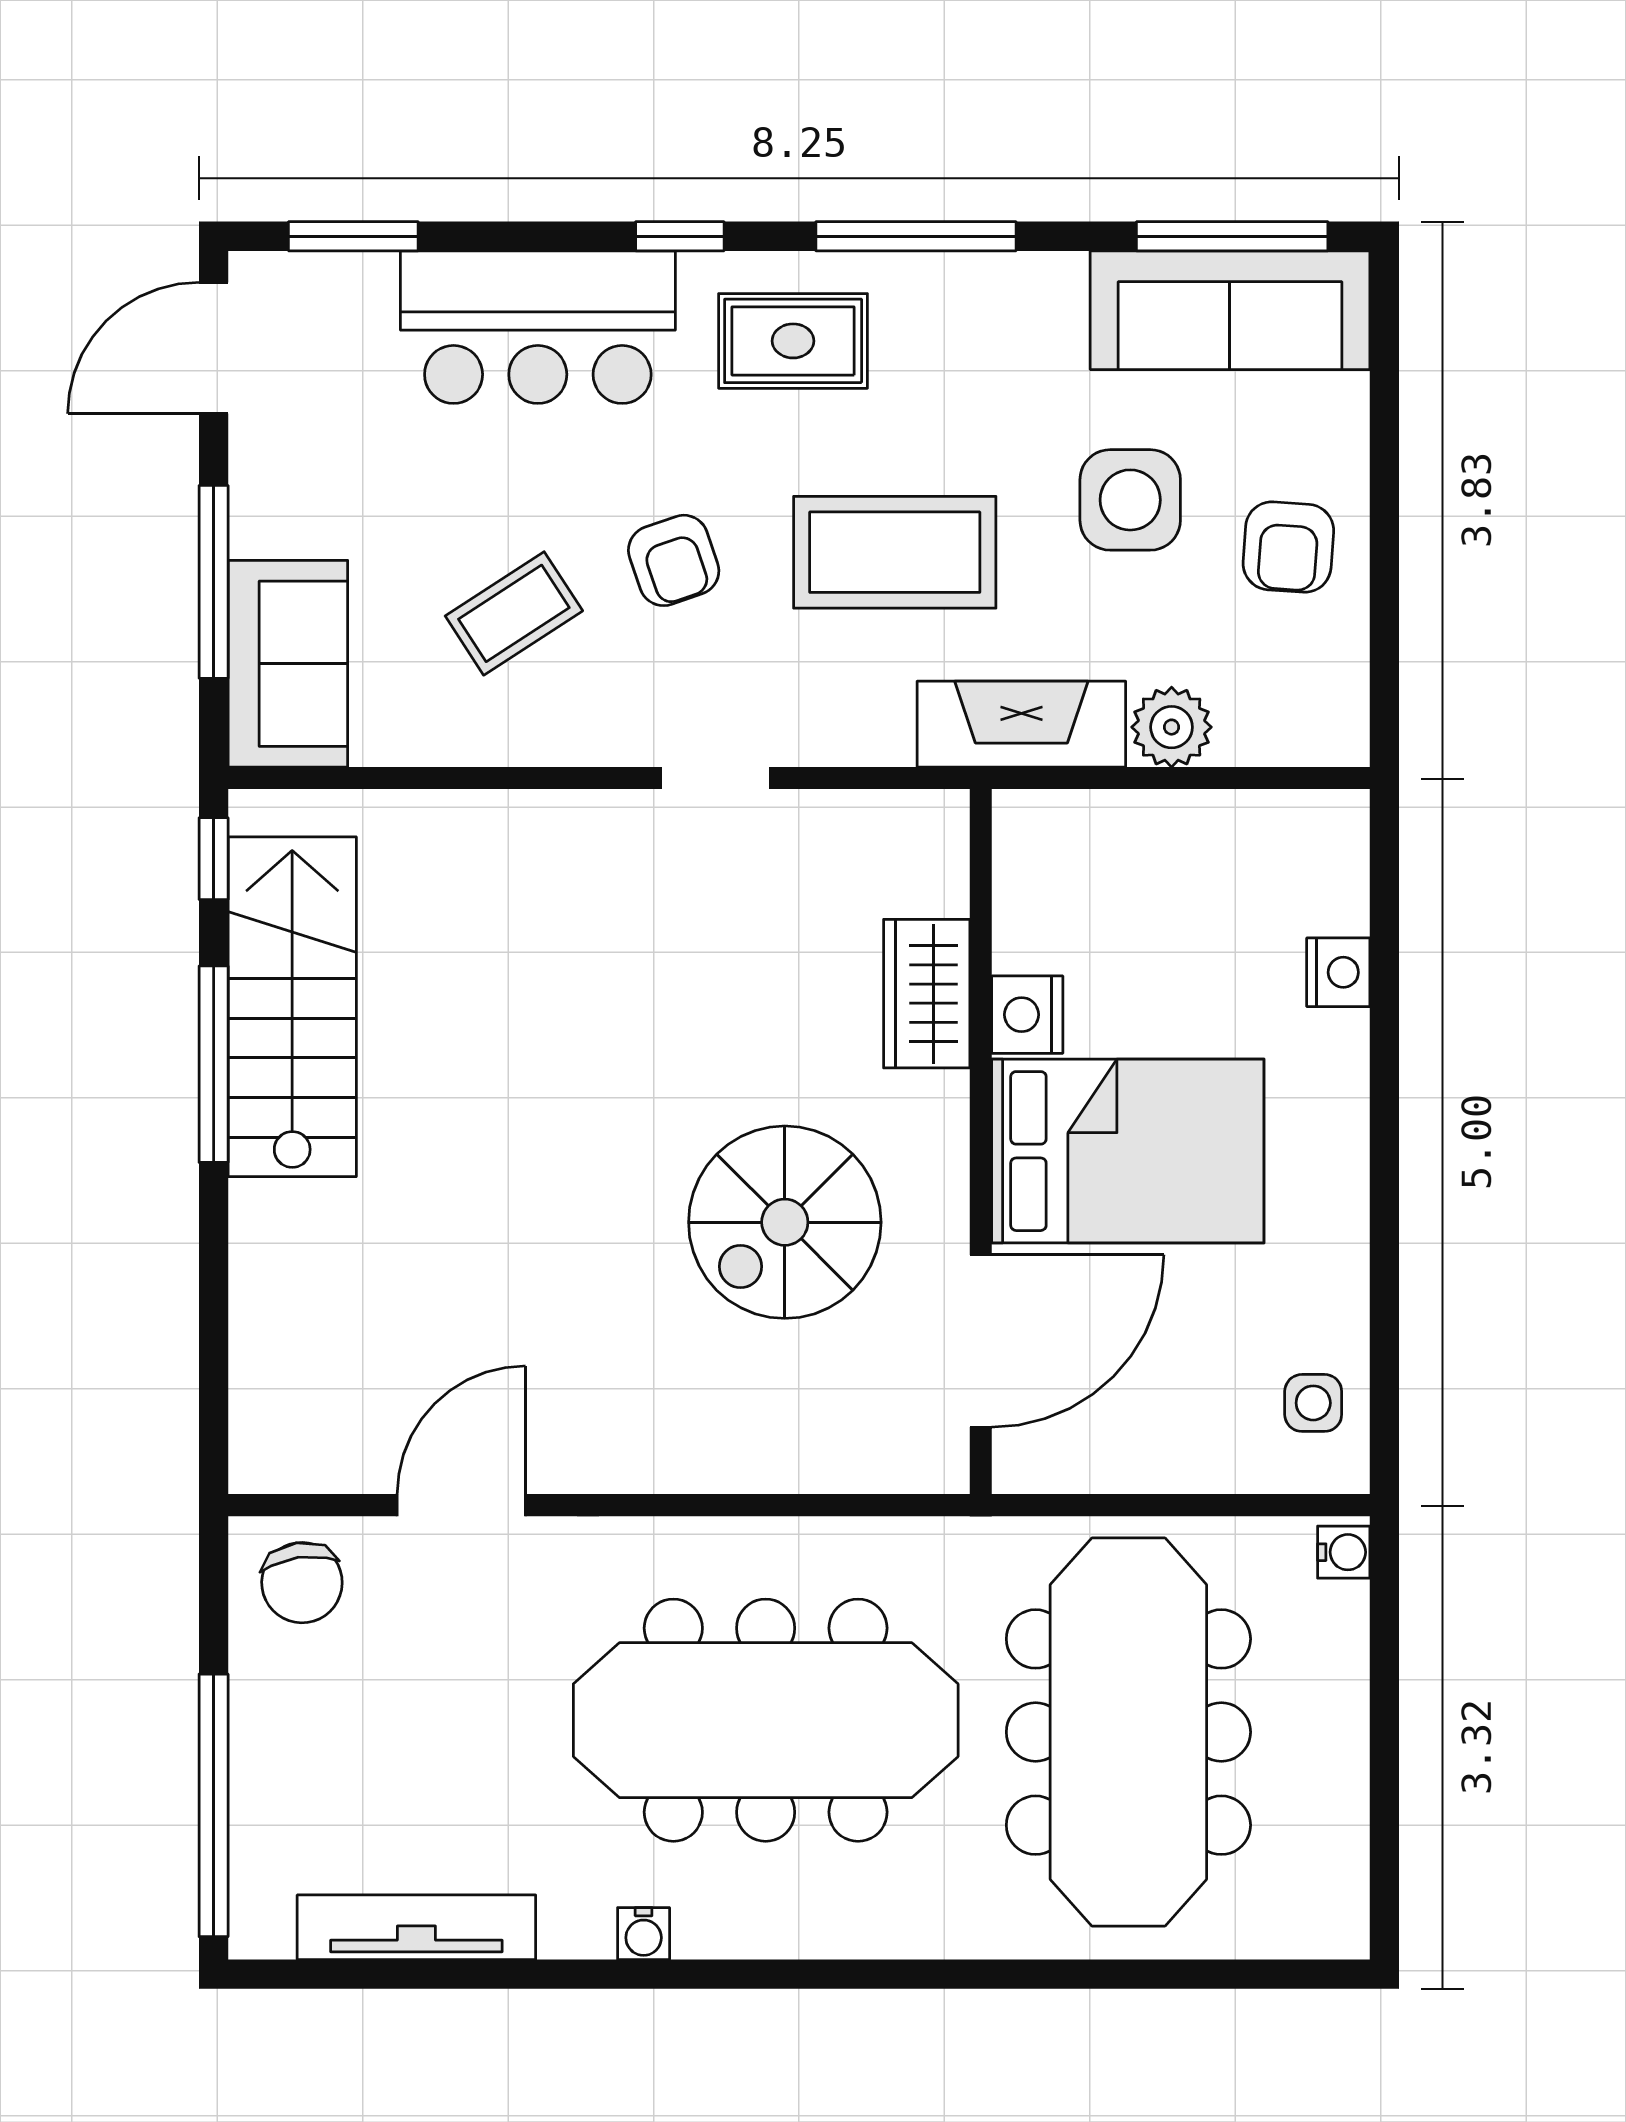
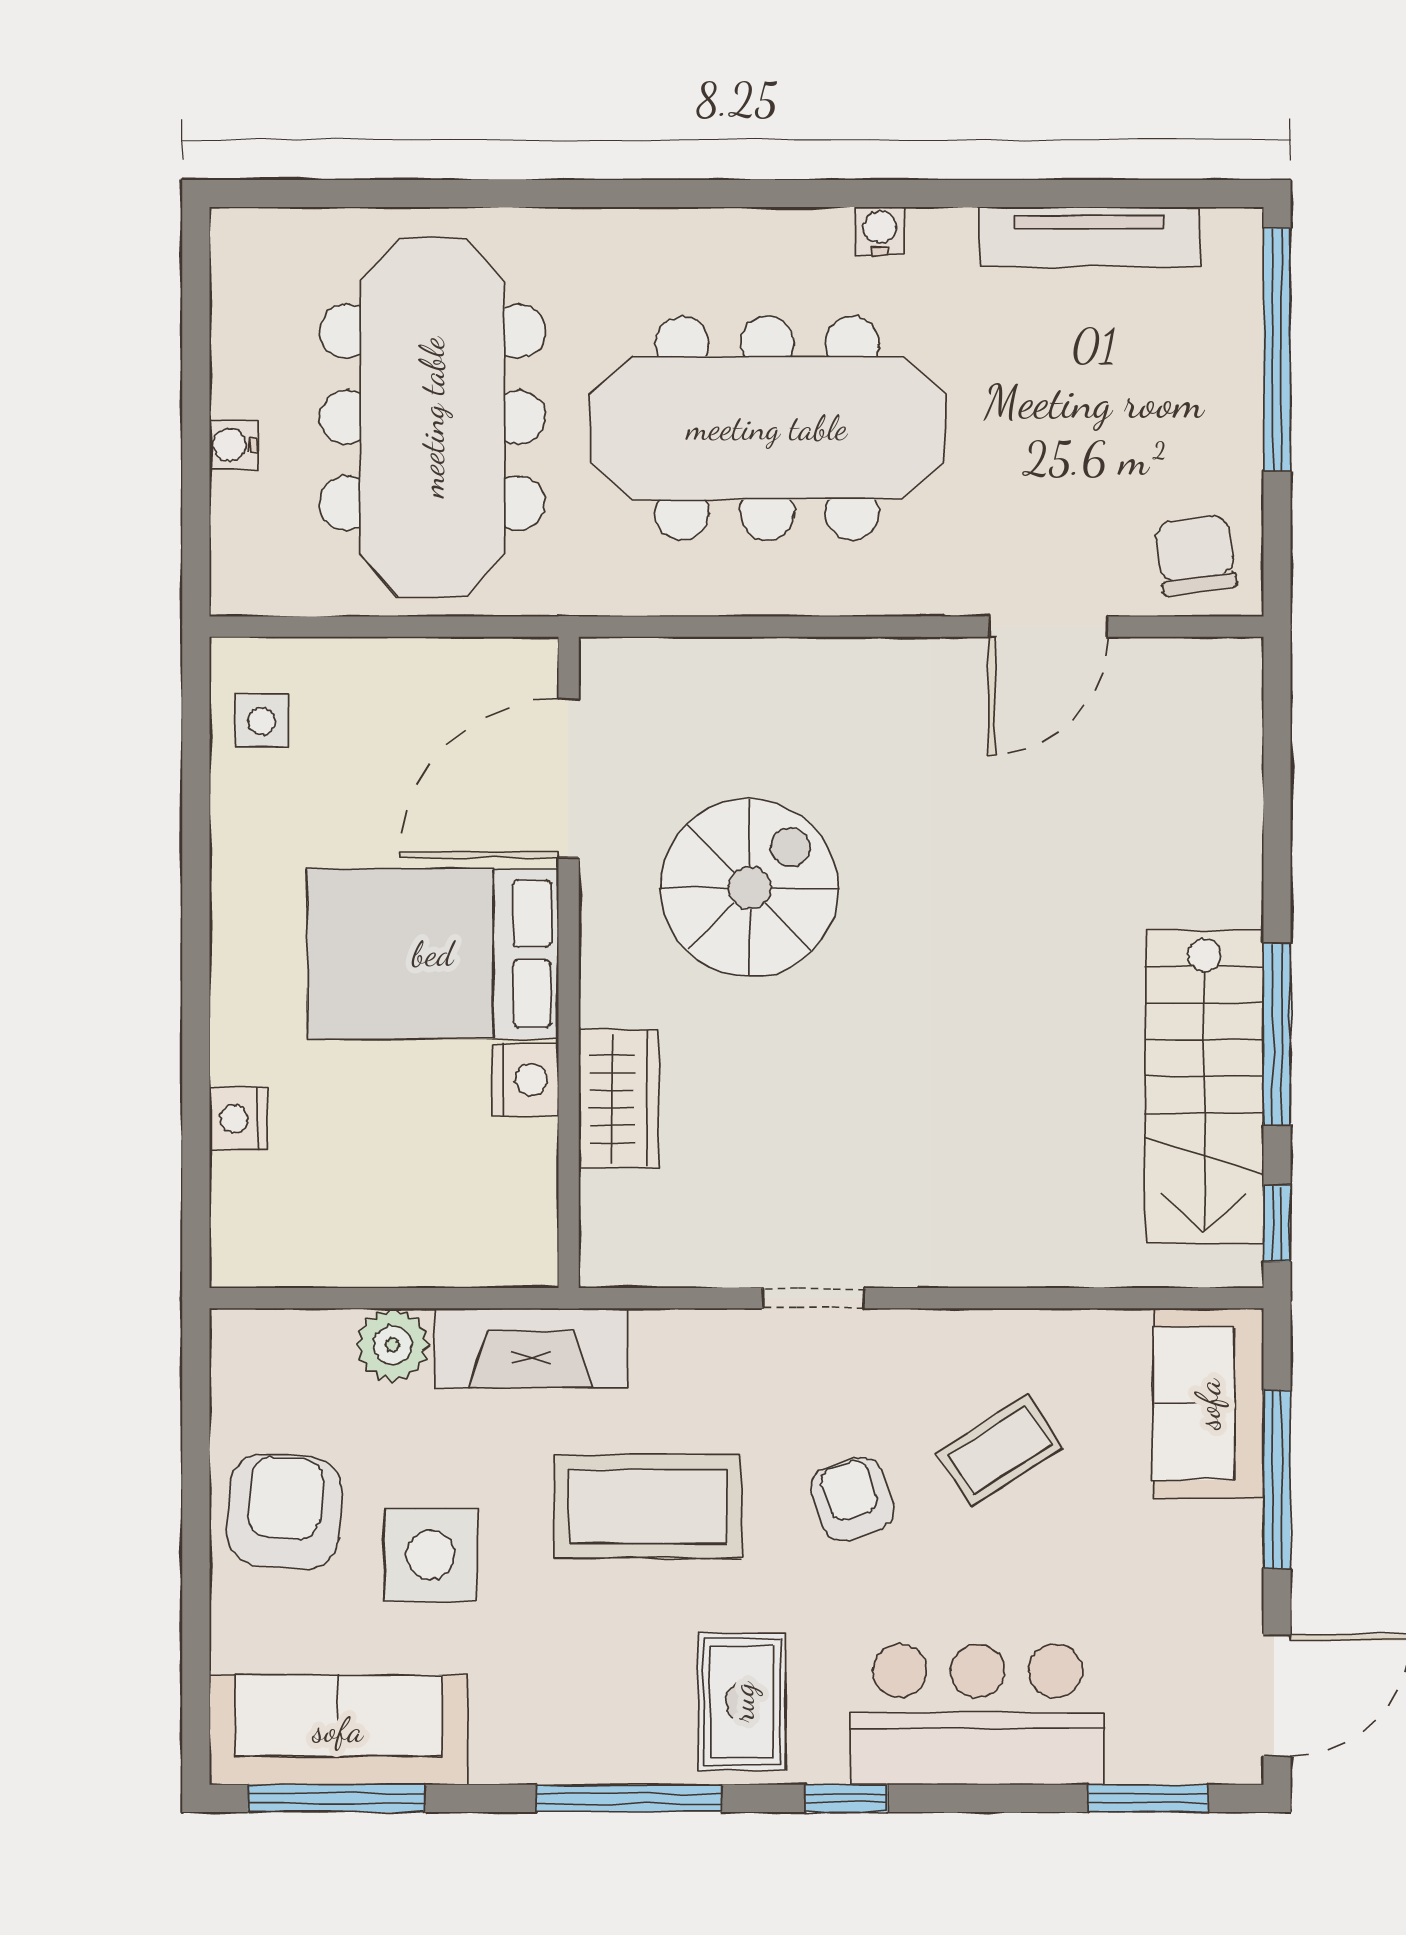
rug: (793, 341) -> (742, 1702), turned 90
armchair: (1288, 547) -> (285, 1511), width x1.38, depth x1.38
water cooler: (1344, 1552) -> (233, 445), moved

